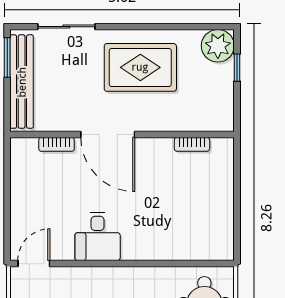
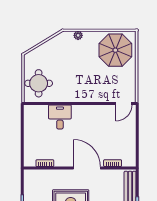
desk: (98, 236) -> (60, 117), moved

